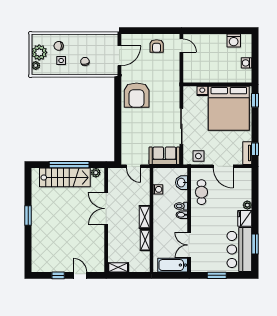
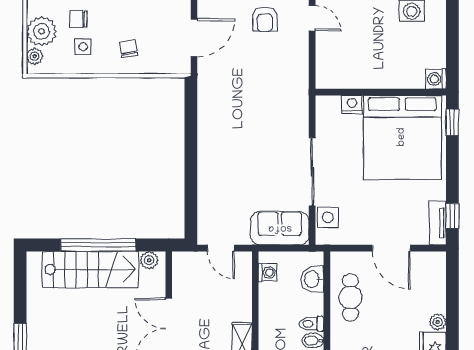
washing machine: (246, 63) -> (436, 79), moved
armchair: (137, 95) -> (227, 112), removed
side table: (198, 156) -> (328, 217), moved
washing machine: (158, 189) -> (267, 273), moved

